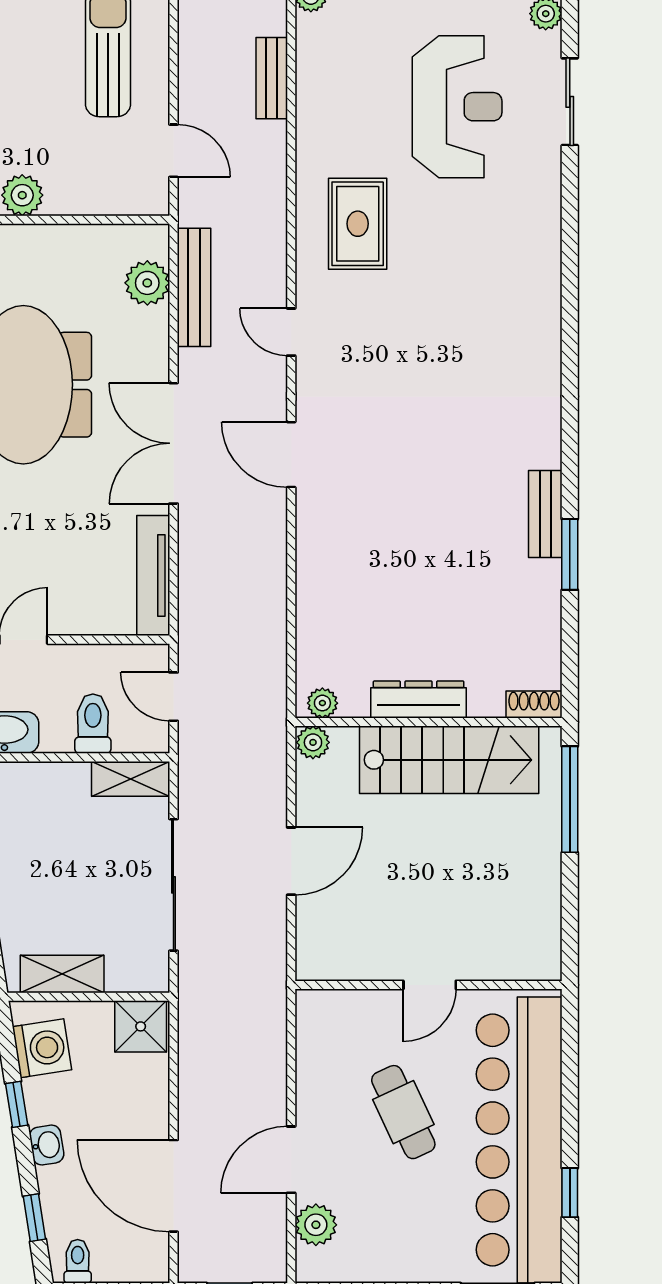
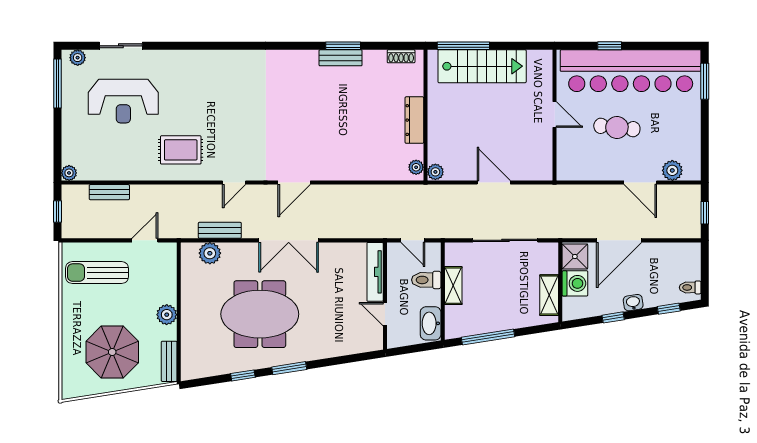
reception desk: (457, 107) -> (123, 101), turned 180
bench: (194, 287) -> (220, 230), width x0.73
bench: (545, 514) -> (341, 58), moved
tv unit: (153, 575) -> (375, 272), moved, turned 90
door: (173, 697) -> (413, 240), hinge flipped
shoe rack: (534, 705) -> (401, 56), moved, turned -90
stairs: (449, 760) -> (482, 66), moved, turned 90
shelving: (131, 779) -> (453, 286), moved
washing machine: (42, 1048) -> (575, 283), moved, turned 99
cafe table: (403, 1112) -> (617, 127), turned 31
door: (173, 1186) -> (619, 240), moved
window: (570, 1193) -> (610, 46), moved

